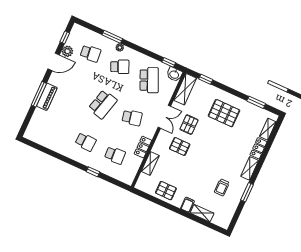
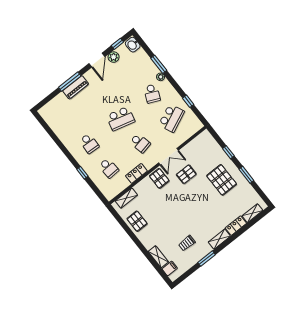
school desk: (90, 53) -> (133, 69), removed
door: (54, 62) -> (97, 60), hinge flipped
window: (169, 62) -> (188, 101), moved
school desk: (120, 67) -> (152, 94), turned 48
washbasin: (174, 74) -> (133, 45), moved
window: (206, 79) -> (228, 152), moved
shelving: (185, 89) -> (199, 142), removed
window: (256, 102) -> (246, 175), moved
pallet: (180, 146) -> (159, 178), moved
shelving: (150, 163) -> (126, 198), moved
filing cabinet: (187, 205) -> (170, 268), moved

